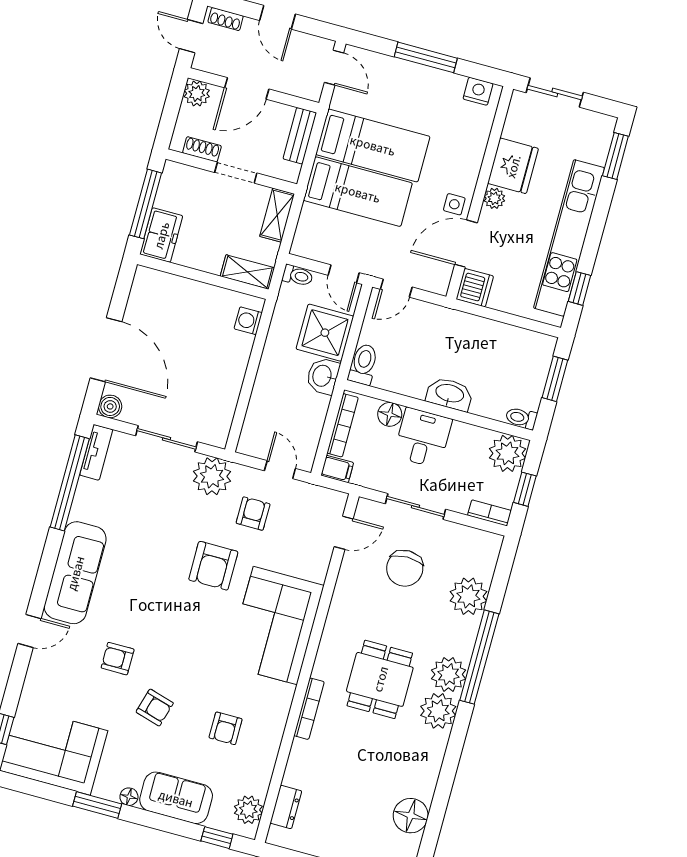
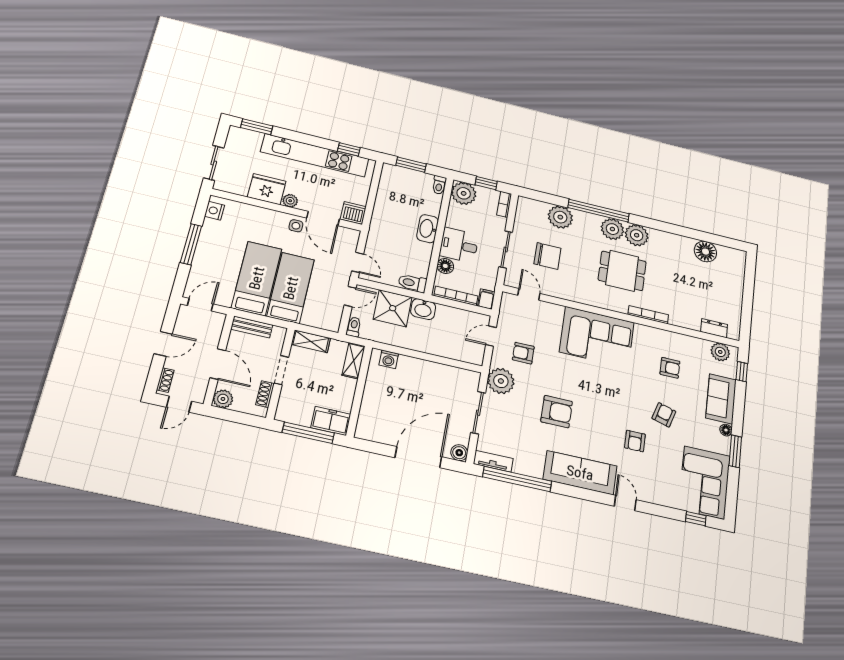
armchair: (213, 566) -> (557, 412), moved

